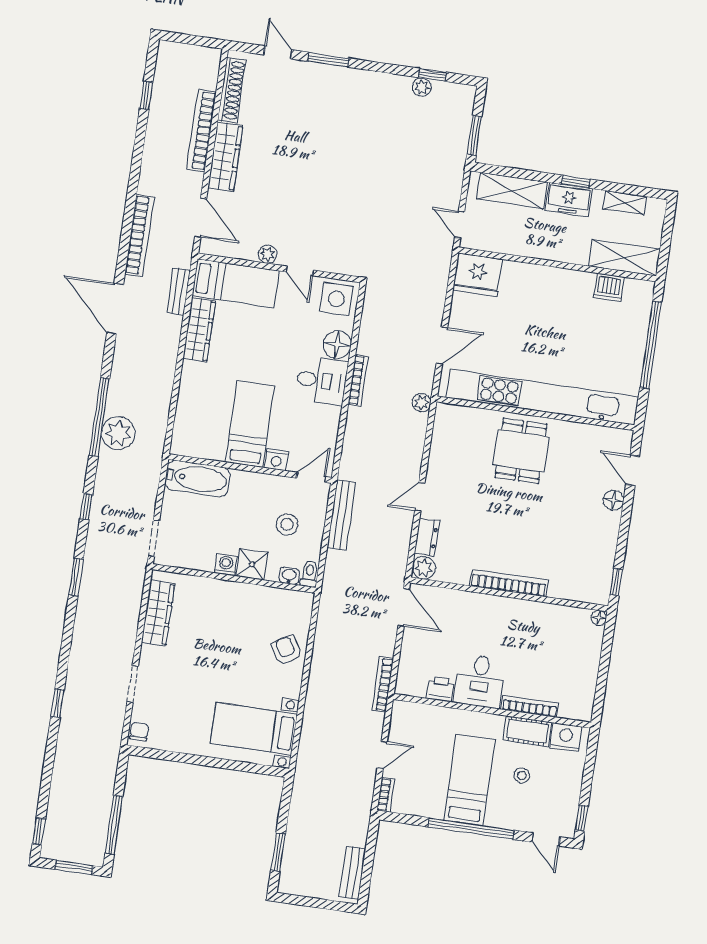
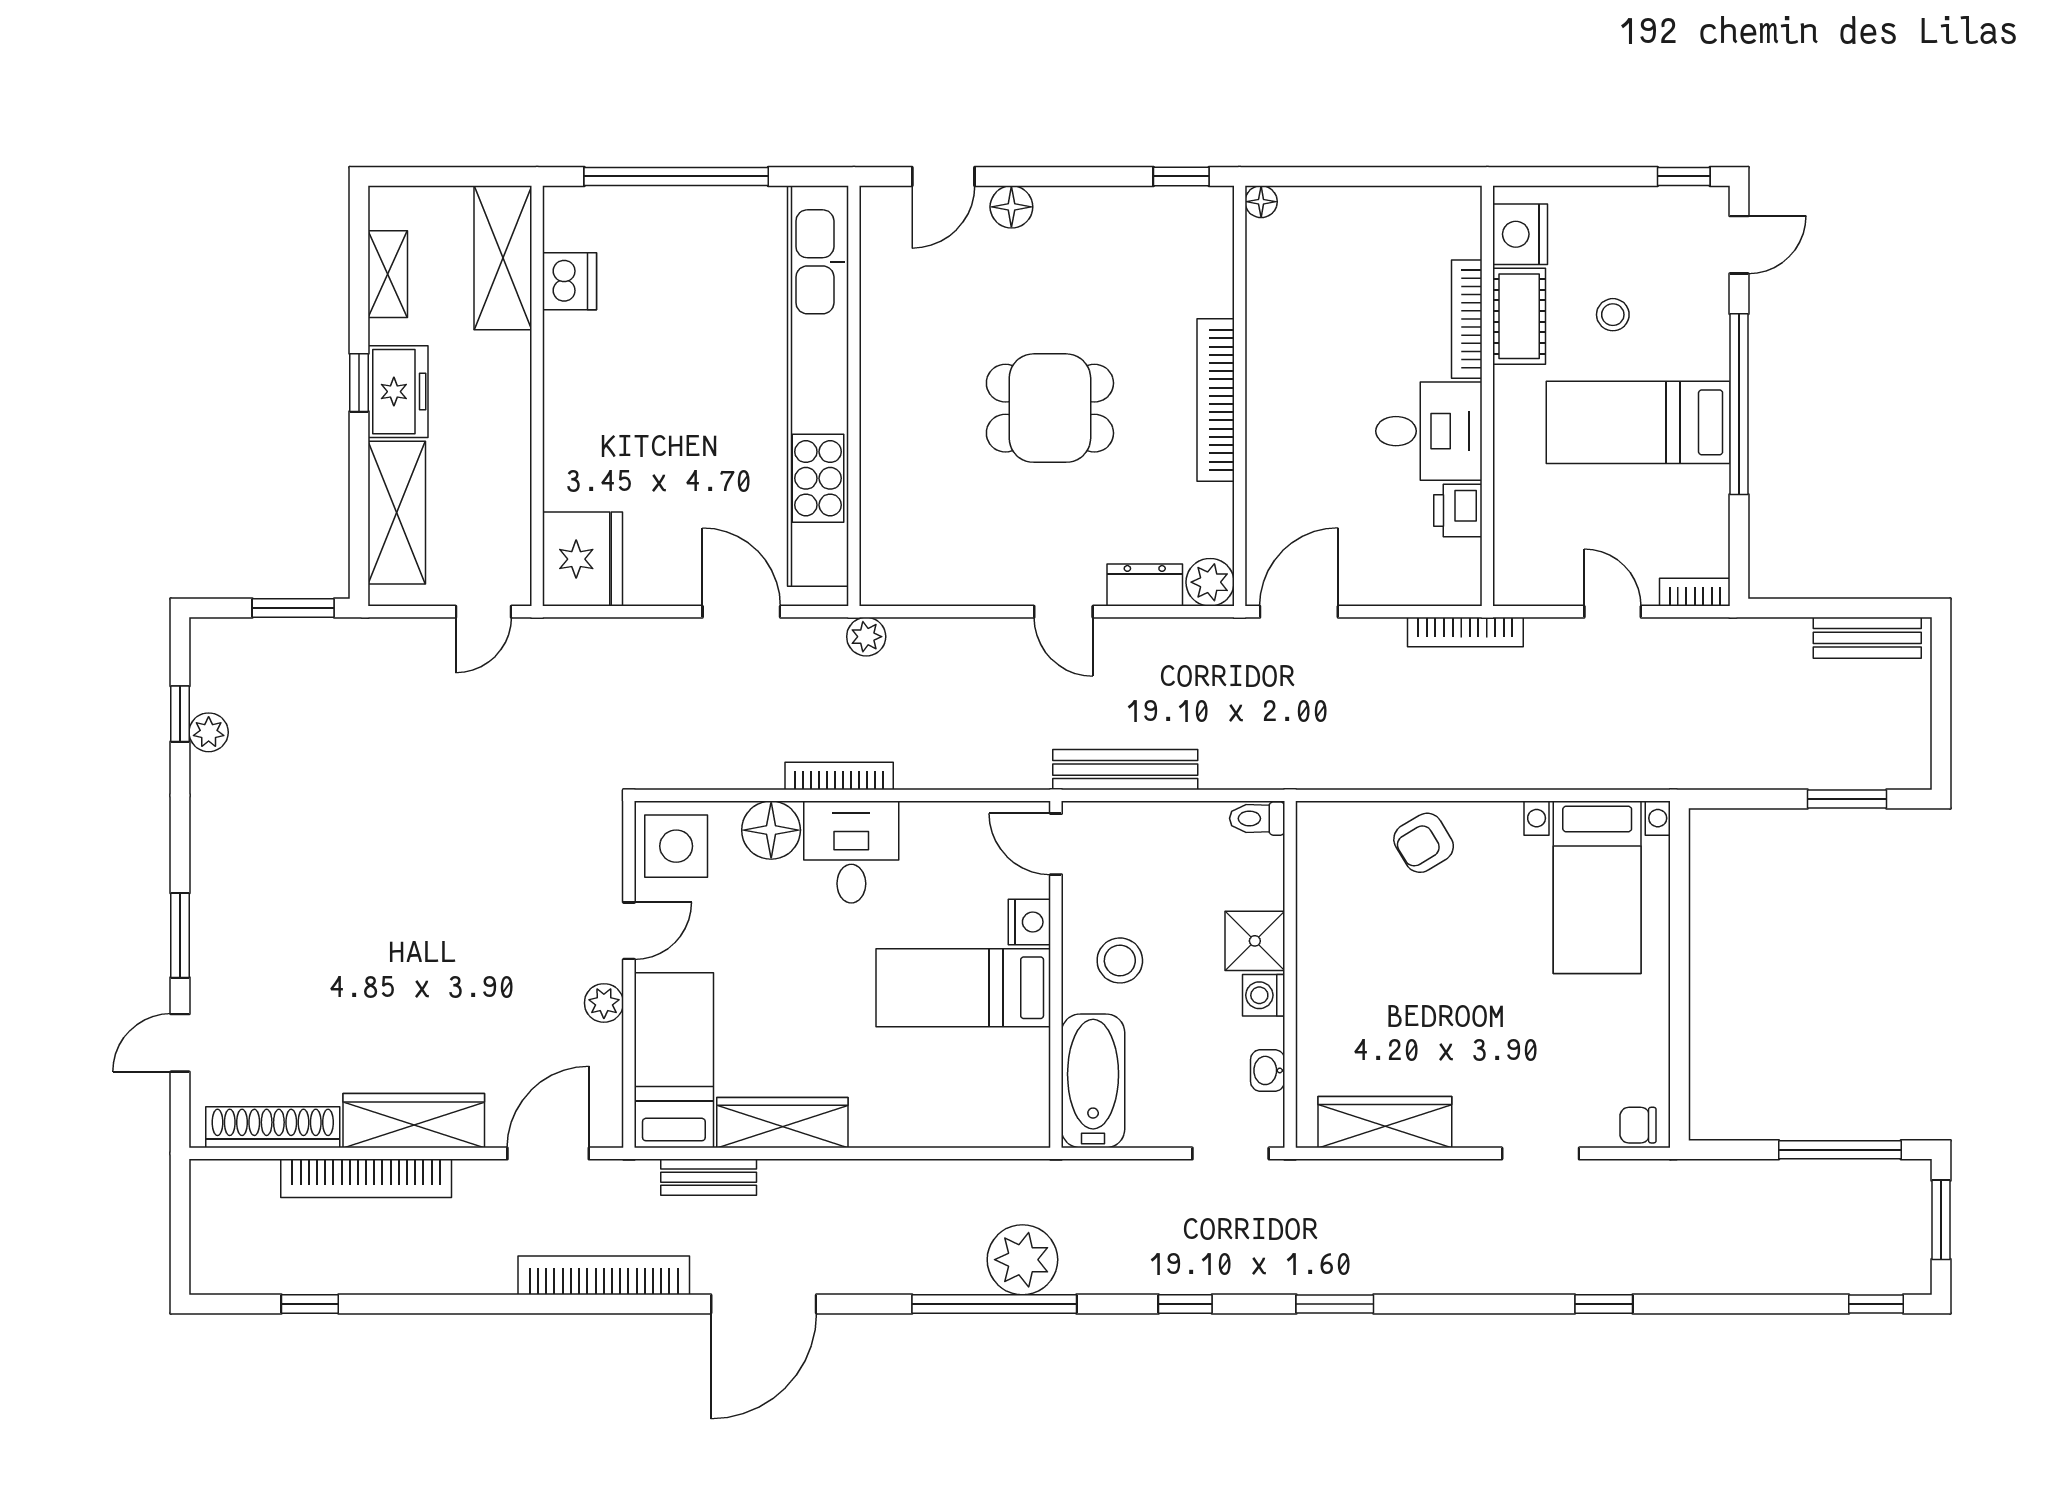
dining table: (521, 451) -> (1050, 408), moved
stool: (287, 524) -> (1120, 960), moved
washbasin: (289, 576) -> (1268, 1070), moved

